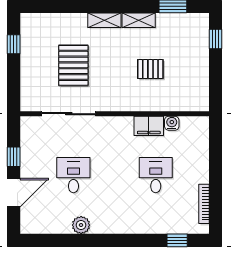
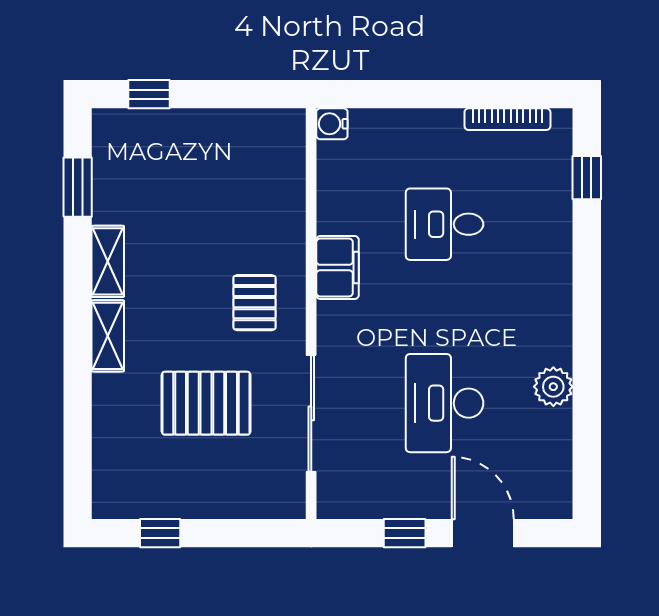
pallet: (150, 69) -> (255, 303), moved
water cooler: (172, 123) -> (332, 124), moved
filing cabinet: (149, 126) -> (338, 268), moved
desk: (73, 175) -> (445, 403), width x1.37

